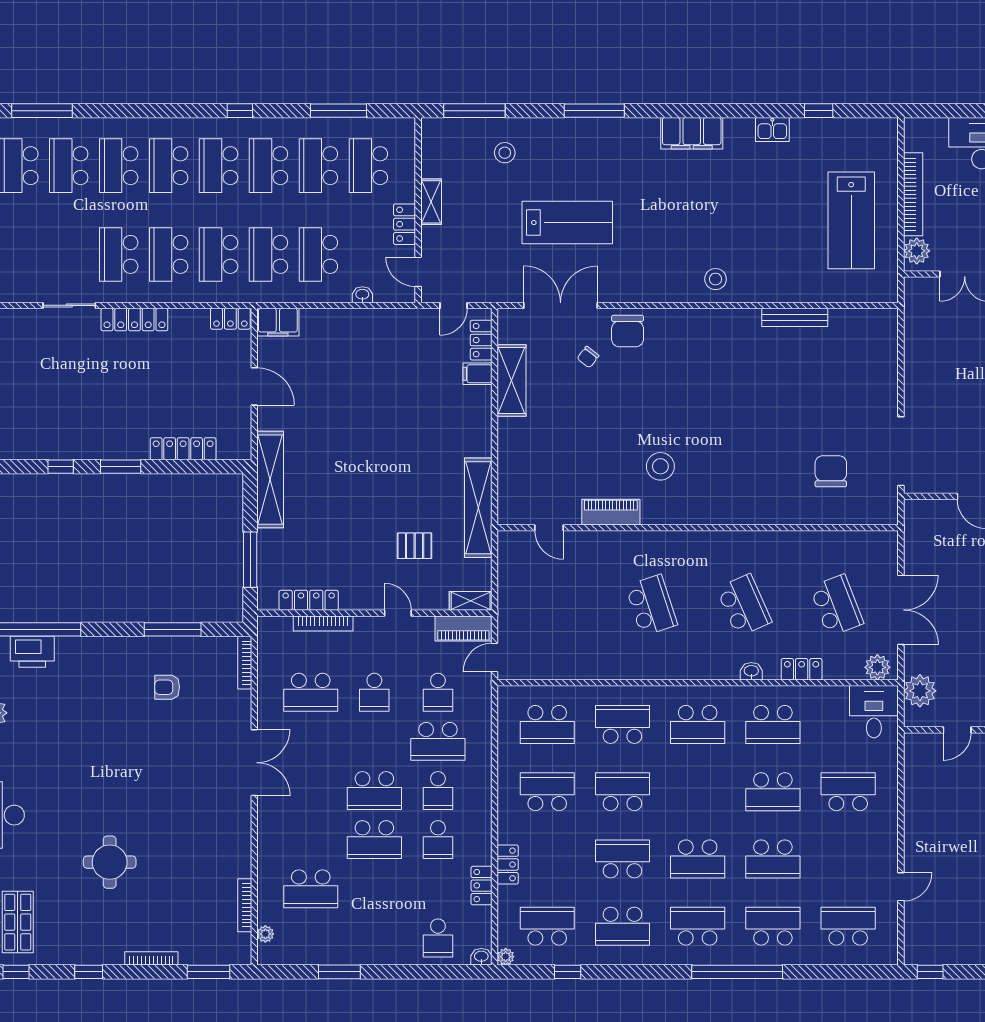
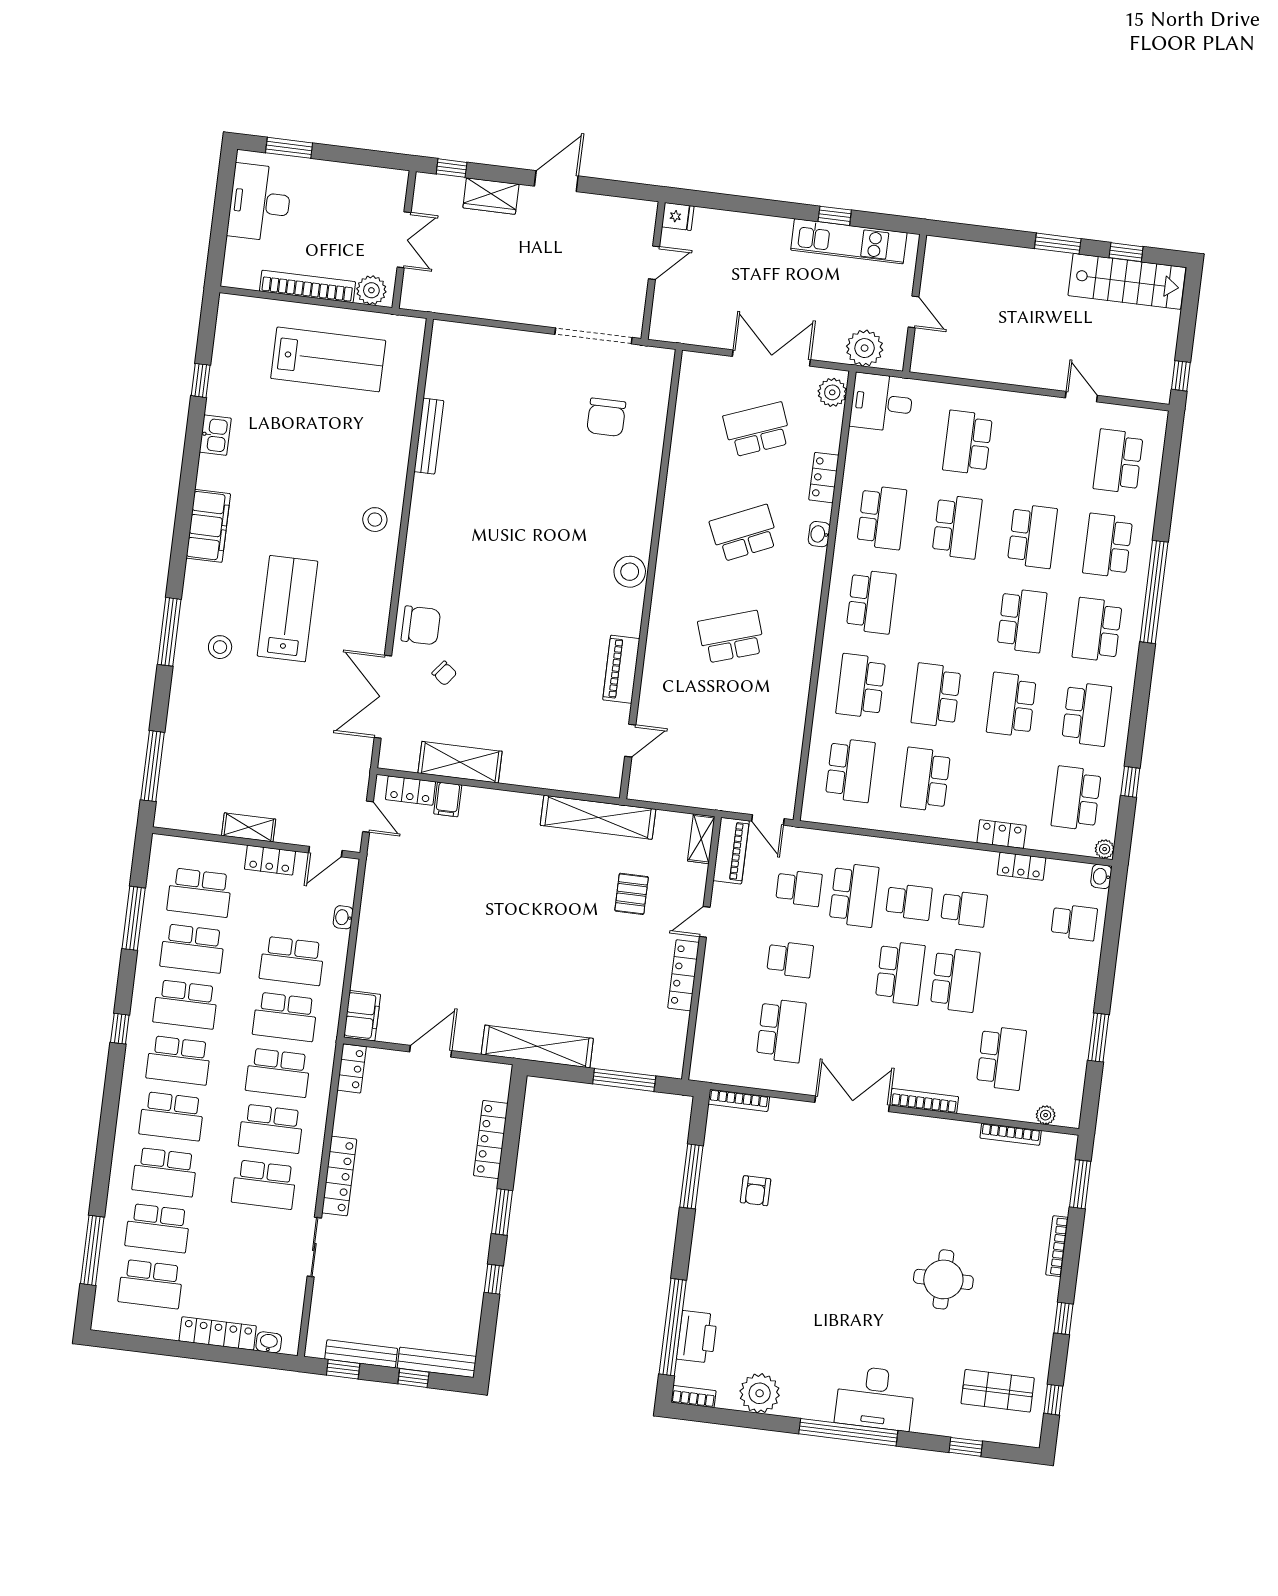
stool: (505, 153) -> (220, 647), moved
lab bench: (567, 223) -> (288, 609), moved
stool: (660, 466) -> (630, 572), moved
chair: (831, 471) -> (606, 417), turned -90
locker: (309, 600) -> (683, 975), moved
bookcase: (323, 623) -> (924, 1101), moved, turned -90

